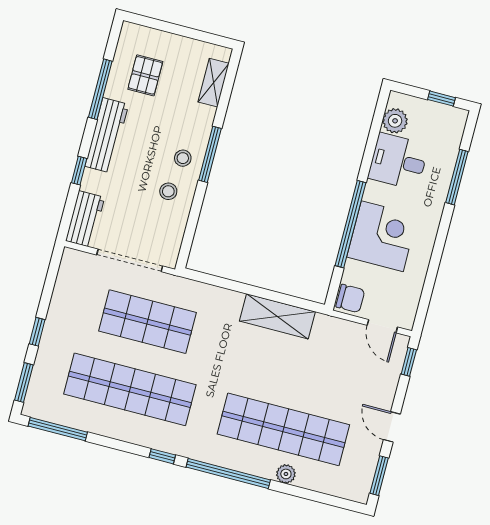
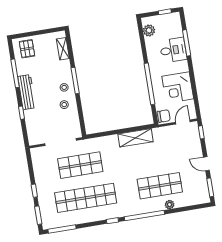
pallet: (145, 75) -> (27, 49), moved
desk: (398, 161) -> (173, 50), moved, turned 180
workbench: (85, 219) -> (33, 133), removed
corner desk: (382, 236) -> (178, 88), moved, turned 180
door: (382, 326) -> (183, 122), swing flipped
shop shelf: (283, 429) -> (160, 186), width x0.71

